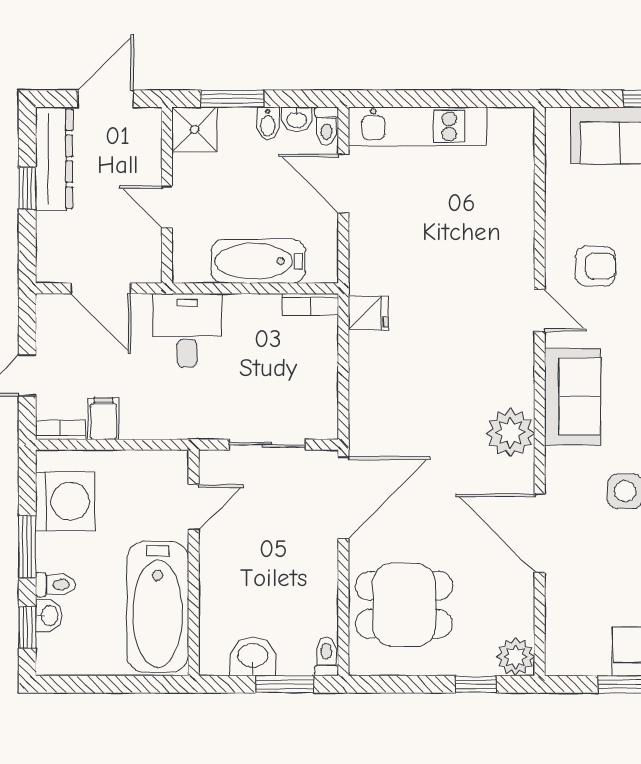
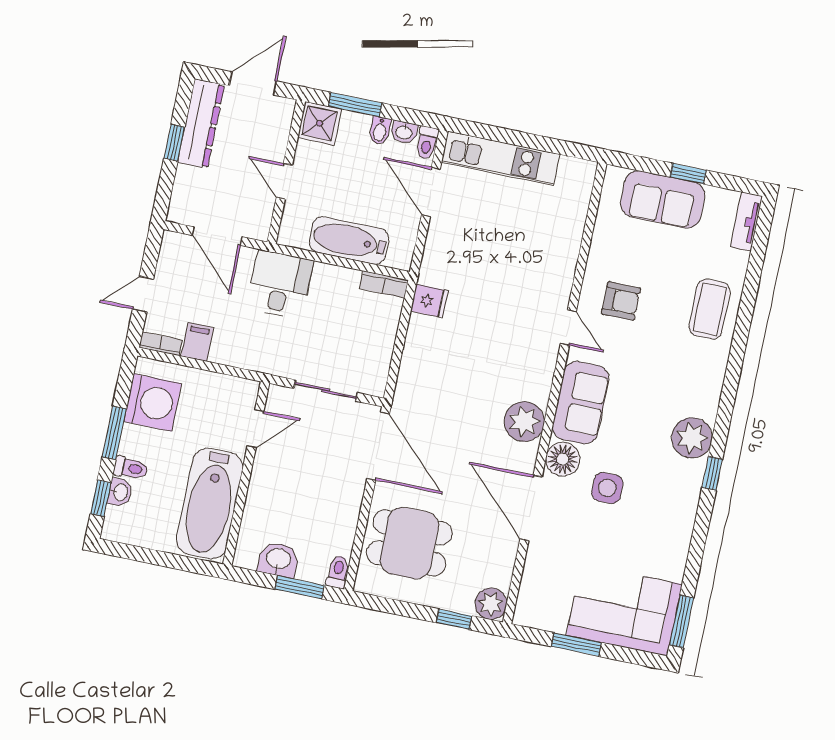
floor lamp: (565, 468) -> (563, 459), added
door: (343, 498) -> (378, 446), hinge flipped

